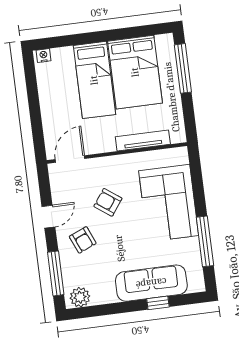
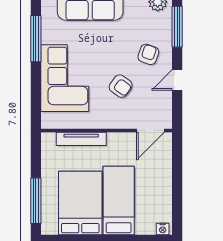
armchair: (83, 240) -> (148, 54), turned 42

